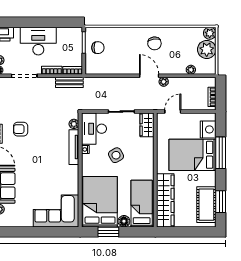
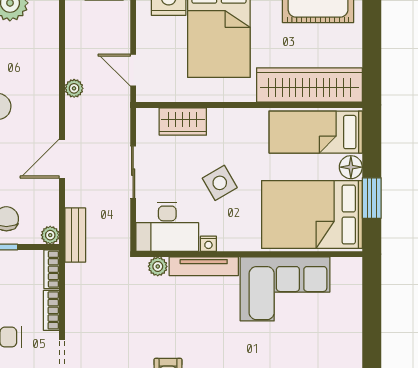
plant: (191, 70) -> (50, 235), moved
door: (149, 76) -> (62, 159), moved
bench: (69, 82) -> (75, 235), moved
wardrobe: (147, 125) -> (183, 121), moved
corner sofa: (56, 211) -> (285, 289), moved, turned -90

